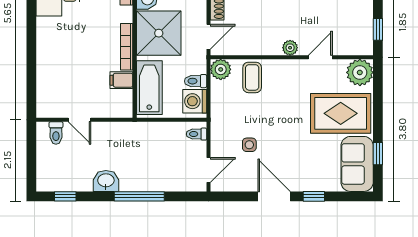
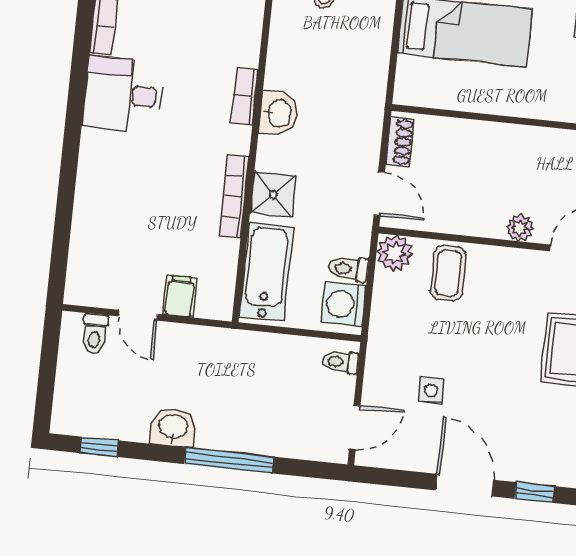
shower: (159, 33) -> (273, 194), width x0.54, depth x0.54
door: (208, 37) -> (379, 194), hinge flipped
filing cabinet: (121, 80) -> (180, 296), moved, turned 90

